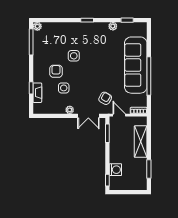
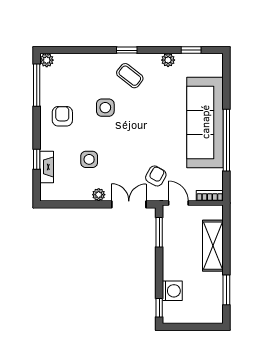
coffee table: (89, 36) -> (130, 76), added
armchair: (56, 71) -> (62, 116), moved
double door: (88, 116) -> (129, 204), swing flipped

